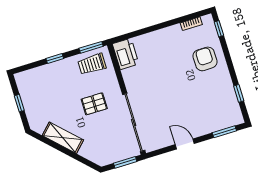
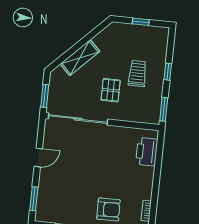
printer: (126, 54) -> (147, 152), moved, turned 90
trolley: (92, 64) -> (138, 73), moved
shelving: (63, 138) -> (80, 58), moved

